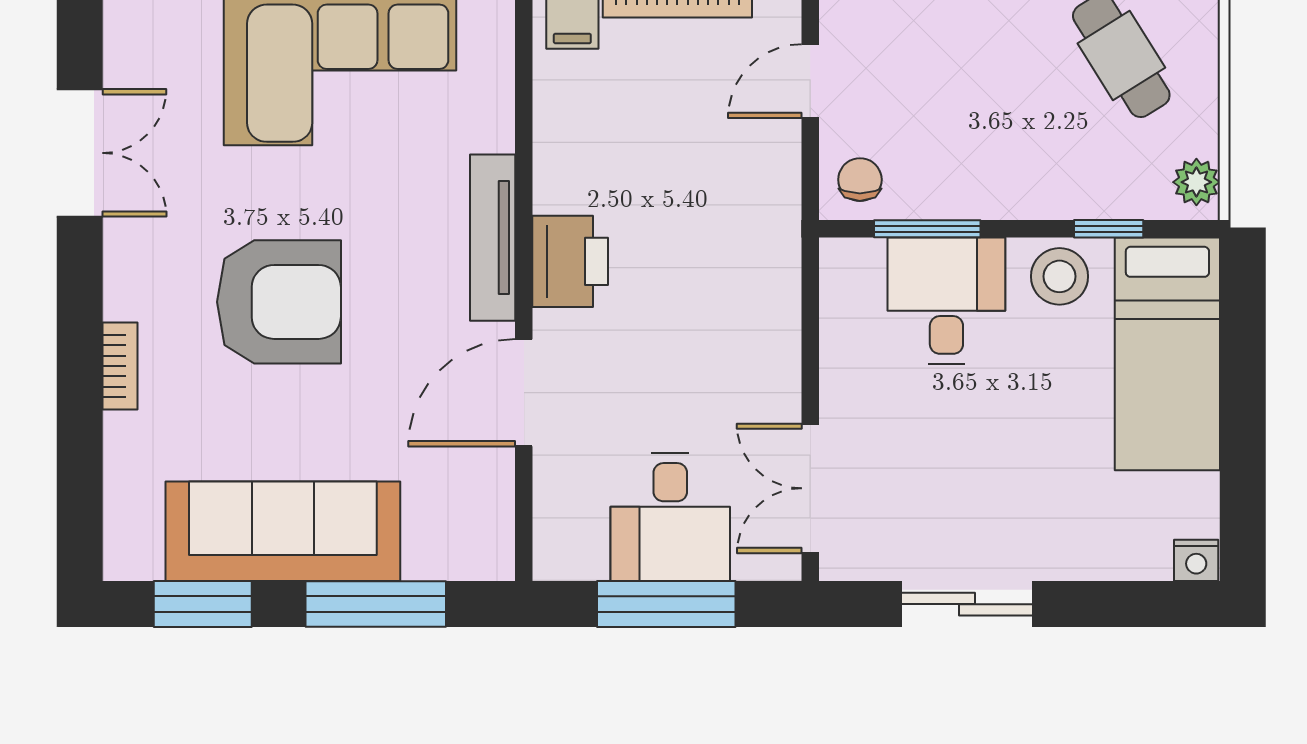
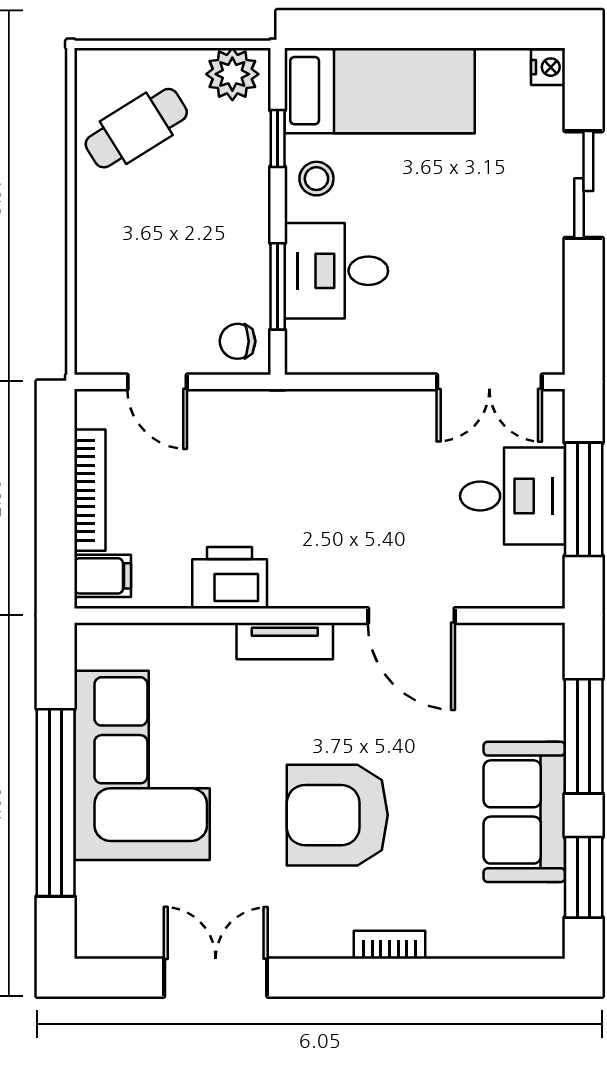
plant: (1196, 182) -> (232, 74), width x1.38, depth x1.38
tv unit: (493, 238) -> (285, 641), width x0.71
printer: (570, 261) -> (230, 578), moved
stool: (1059, 276) -> (316, 179), width x0.73, depth x0.73
armchair: (279, 302) -> (337, 815), turned -90
sofa: (283, 531) -> (524, 812), width x0.73
sliding door: (967, 604) -> (584, 185), moved

